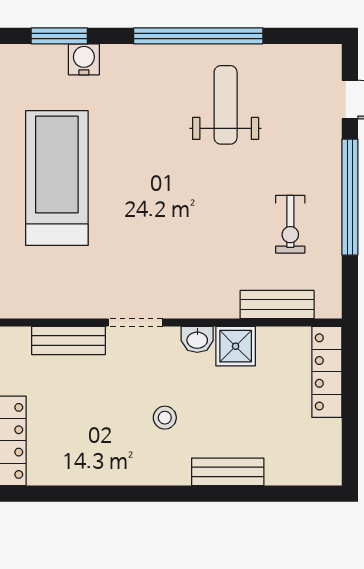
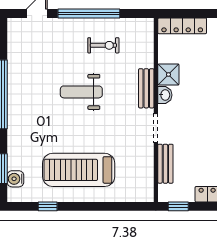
water cooler: (84, 59) -> (15, 179), moved
weight bench: (226, 105) -> (81, 92), moved
bench: (277, 305) -> (146, 88), moved
stool: (165, 418) -> (207, 112), removed

